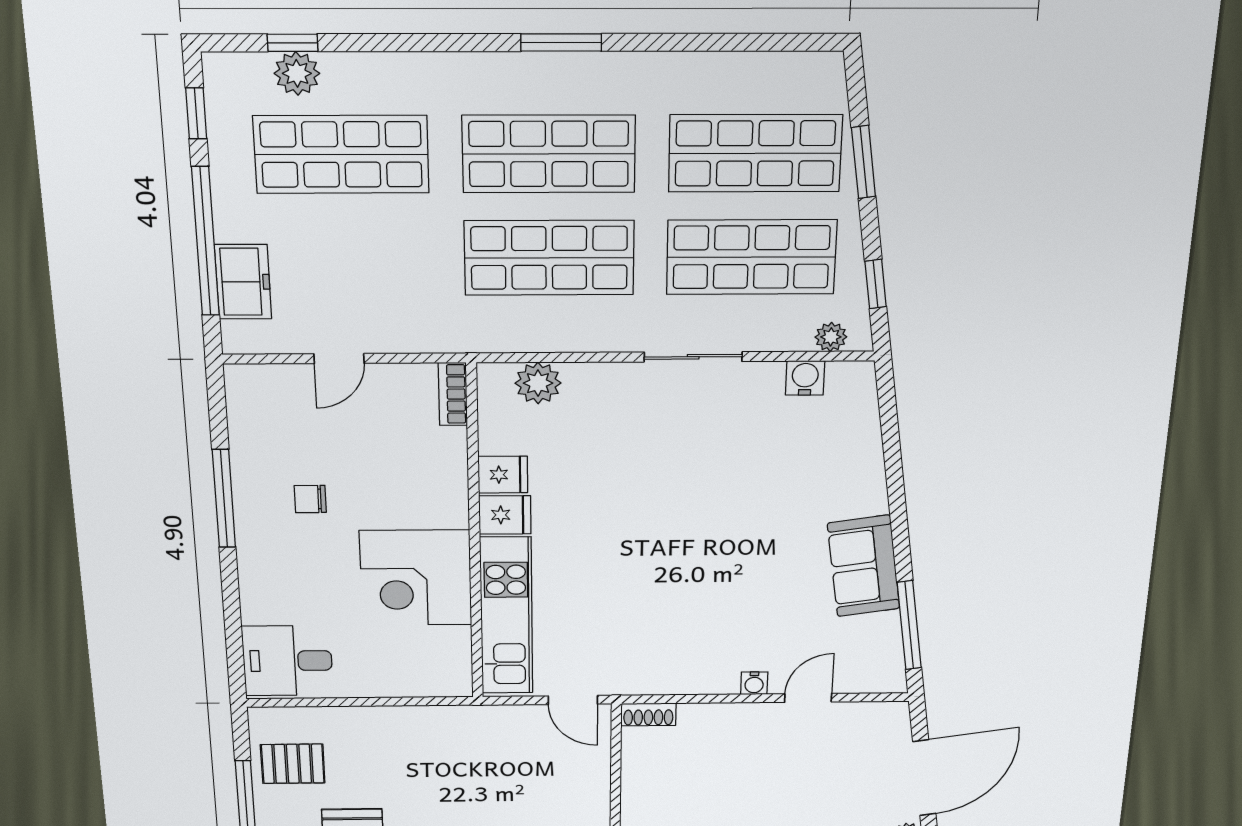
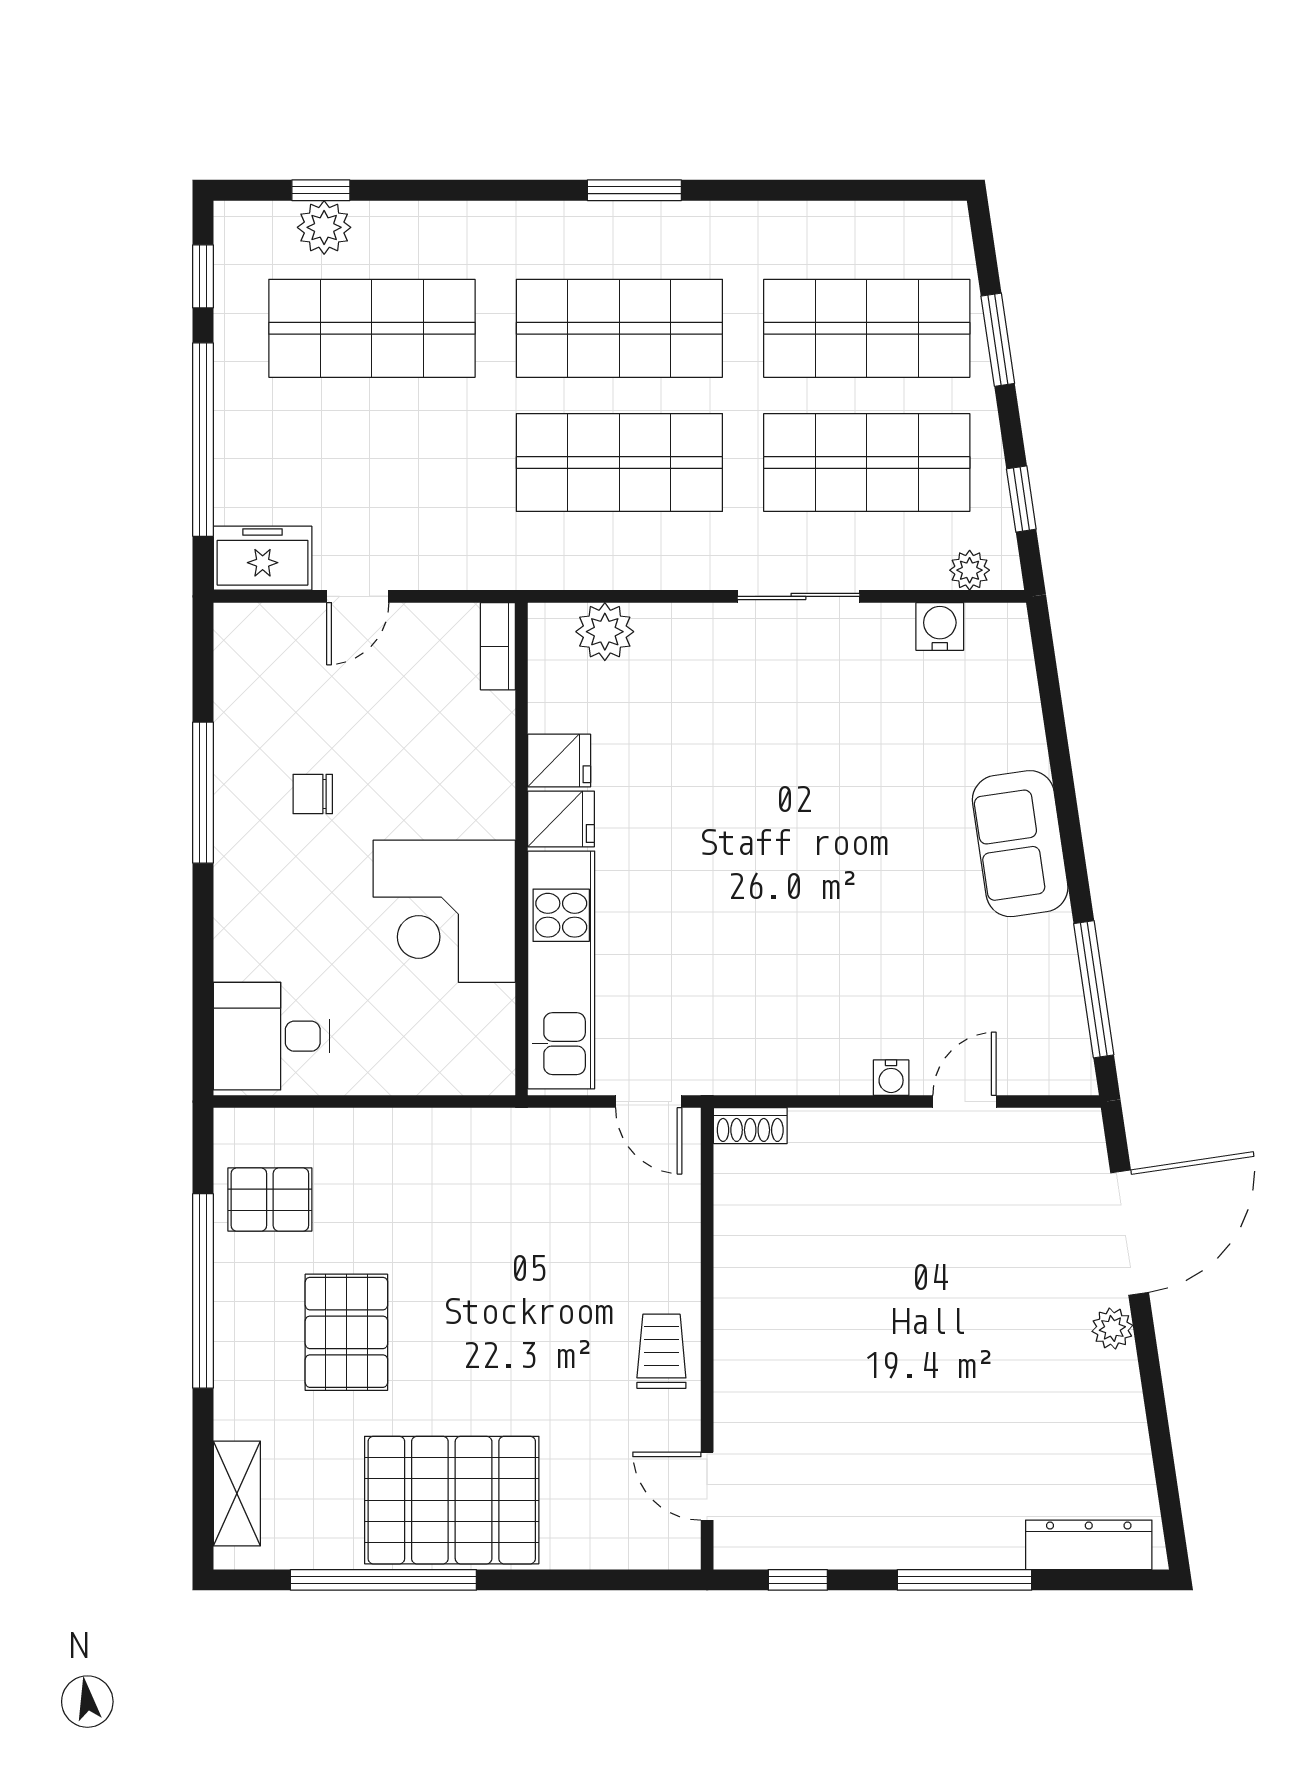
freezer: (243, 282) -> (263, 558), moved, turned -90
sofa: (864, 566) -> (1020, 844), moved

